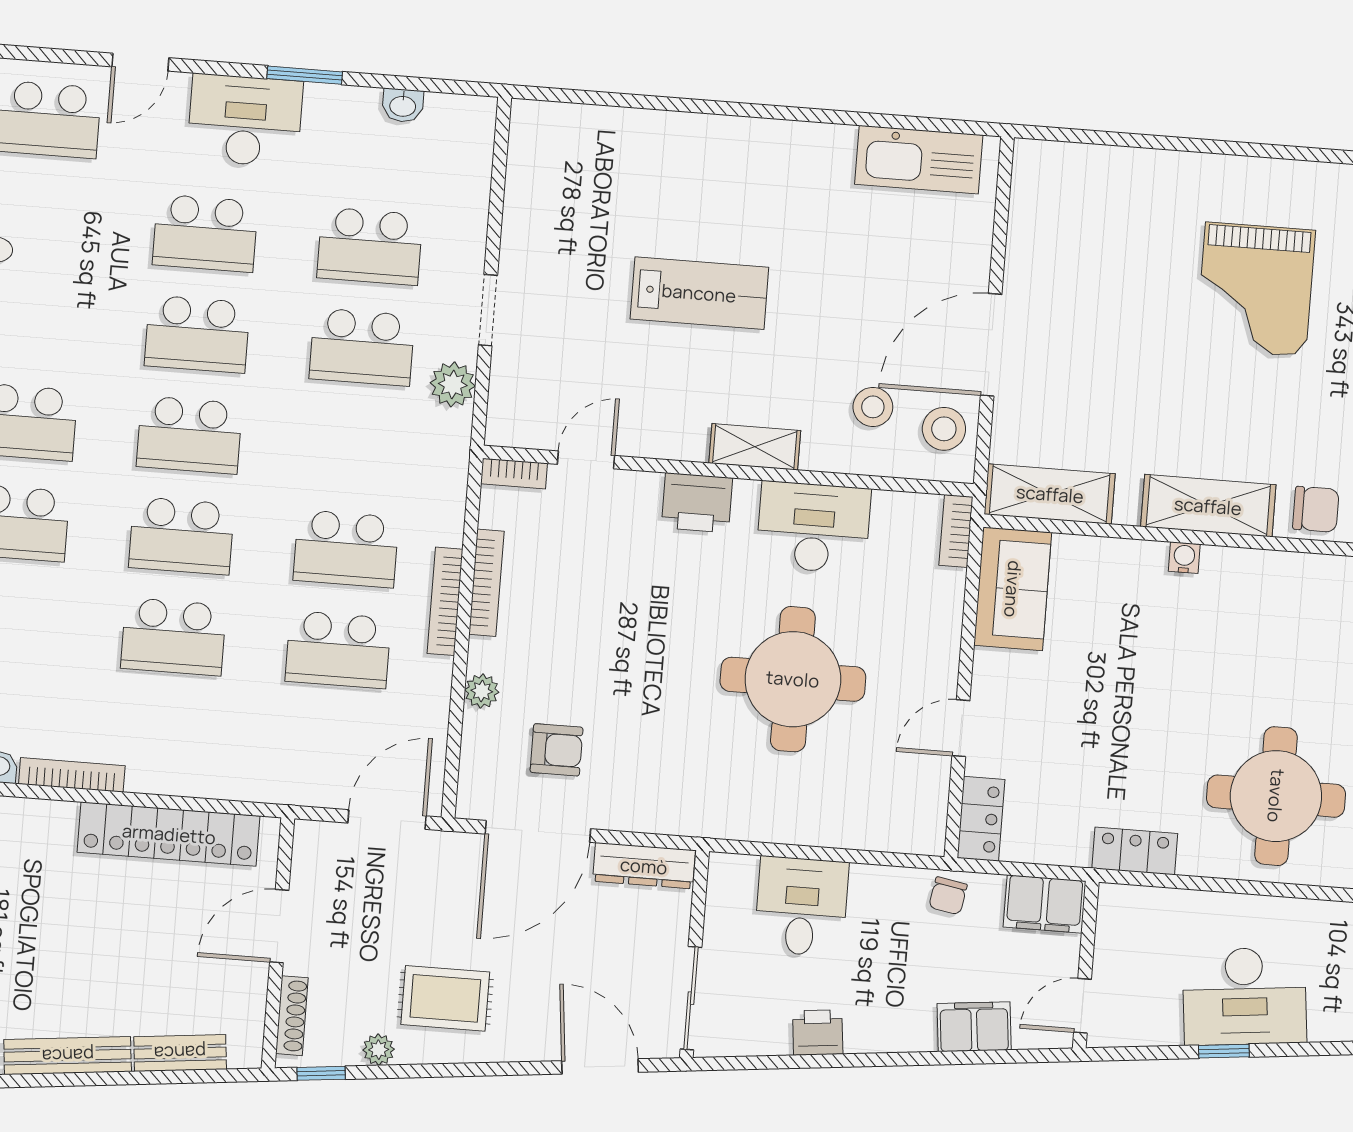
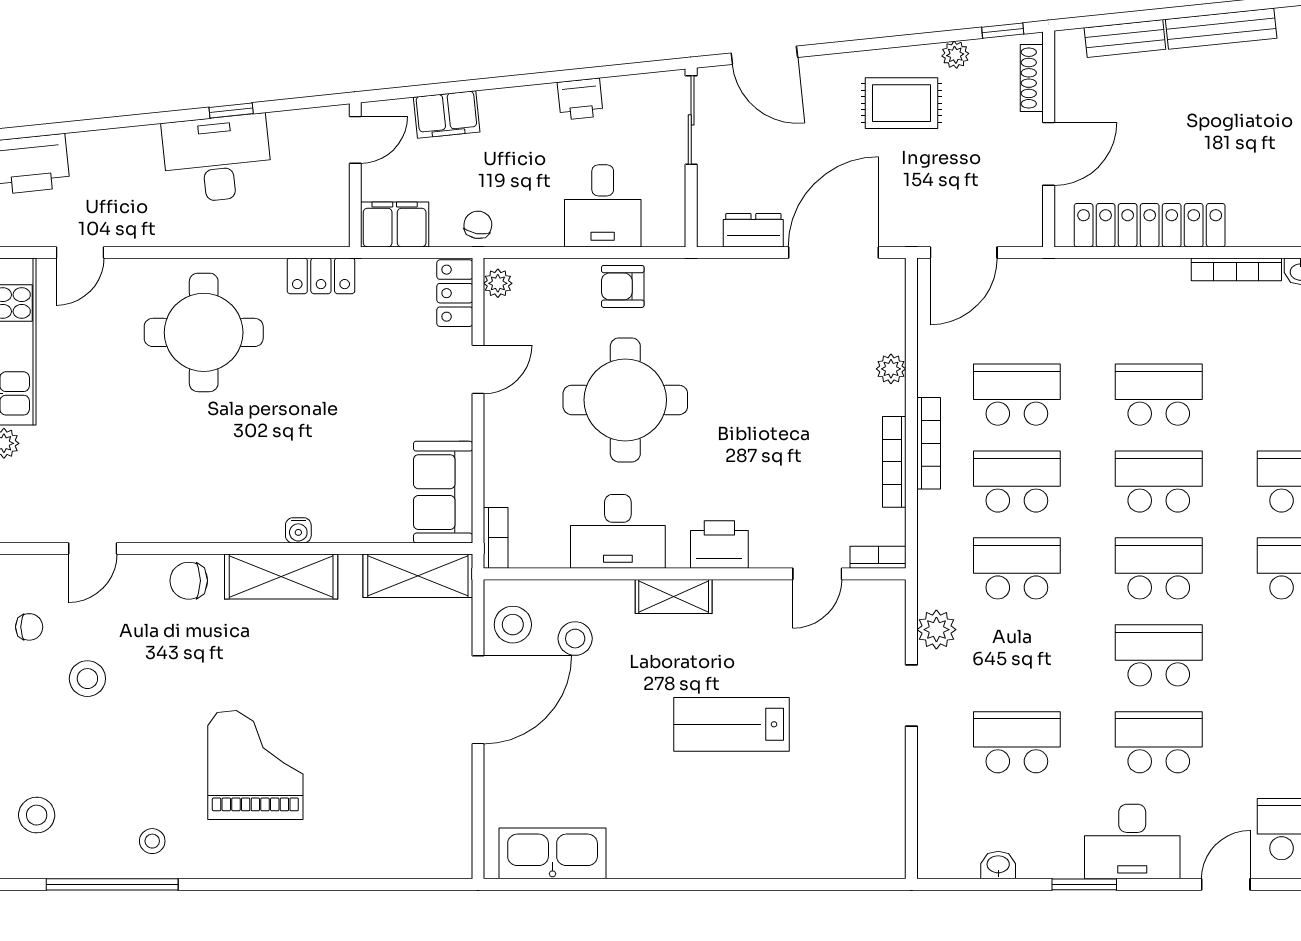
school desk: (362, 347) -> (1017, 568), moved
armchair: (557, 750) -> (623, 286), moved
plant: (930, 826) -> (498, 283), added
dresser: (644, 866) -> (753, 230), width x0.70

